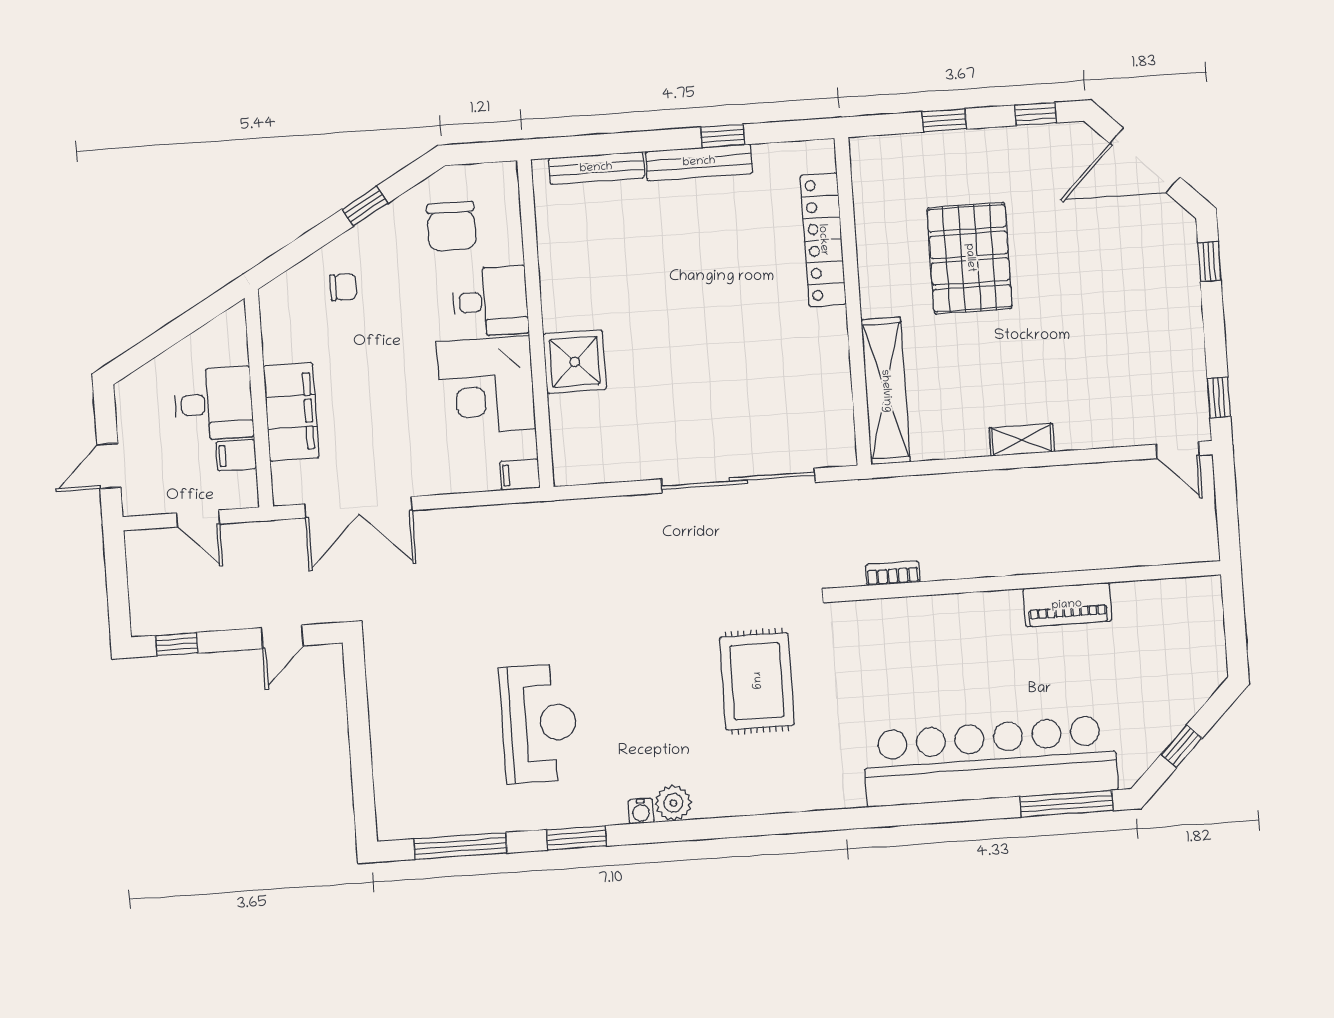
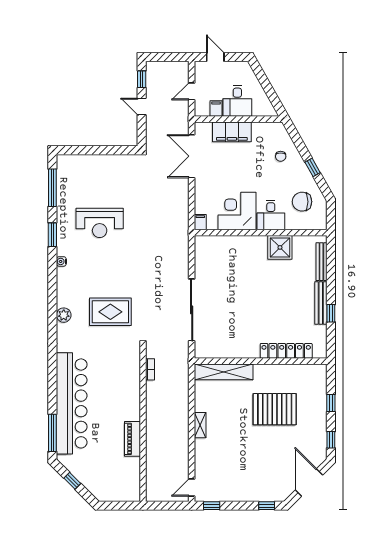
shower: (575, 362) -> (280, 247), moved
door: (282, 637) -> (142, 107), moved
plant: (673, 803) -> (64, 315), moved

